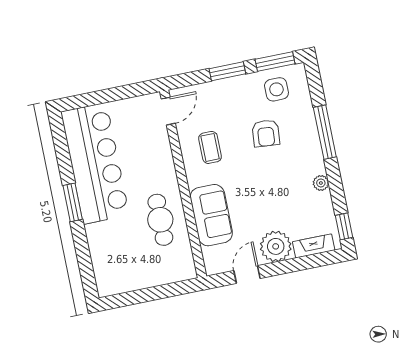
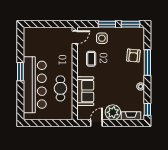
side table: (276, 89) -> (102, 38), moved
armchair: (266, 133) -> (133, 56), moved
bar counter: (95, 163) -> (35, 85), moved

